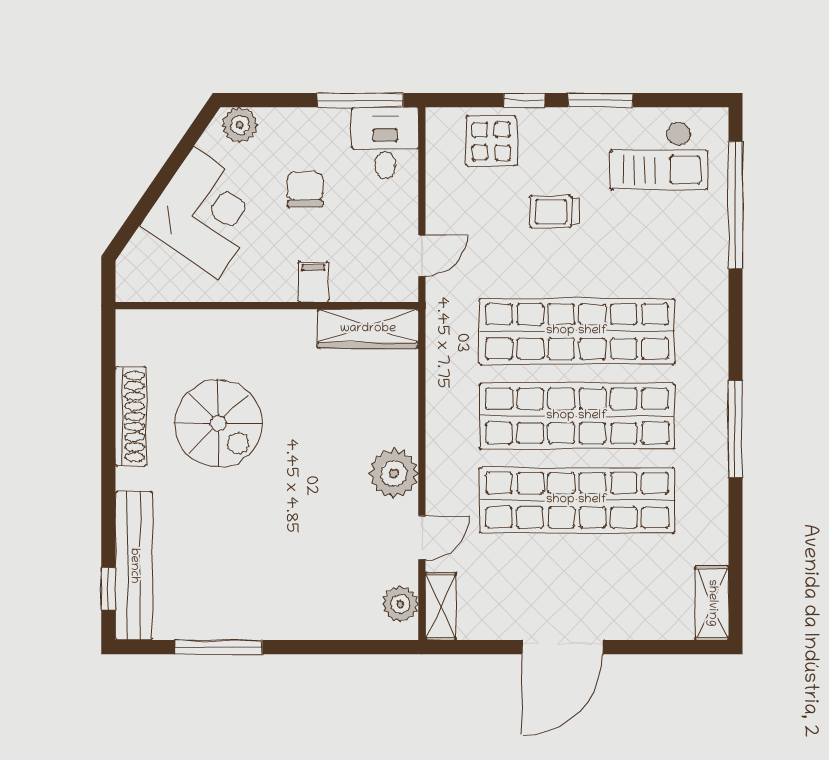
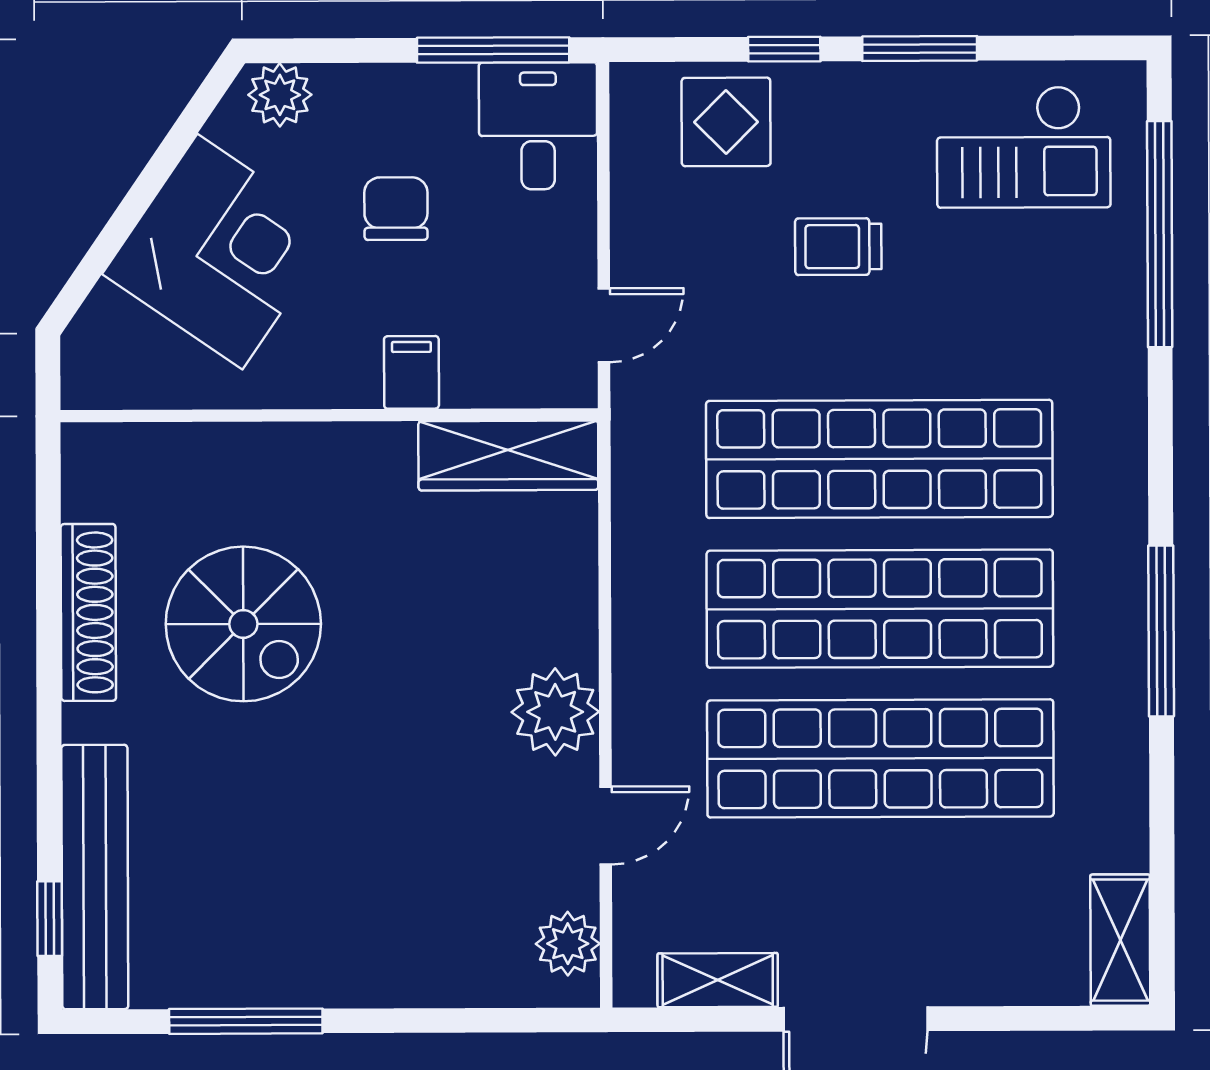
shelving: (441, 606) -> (718, 980), moved, turned 90

